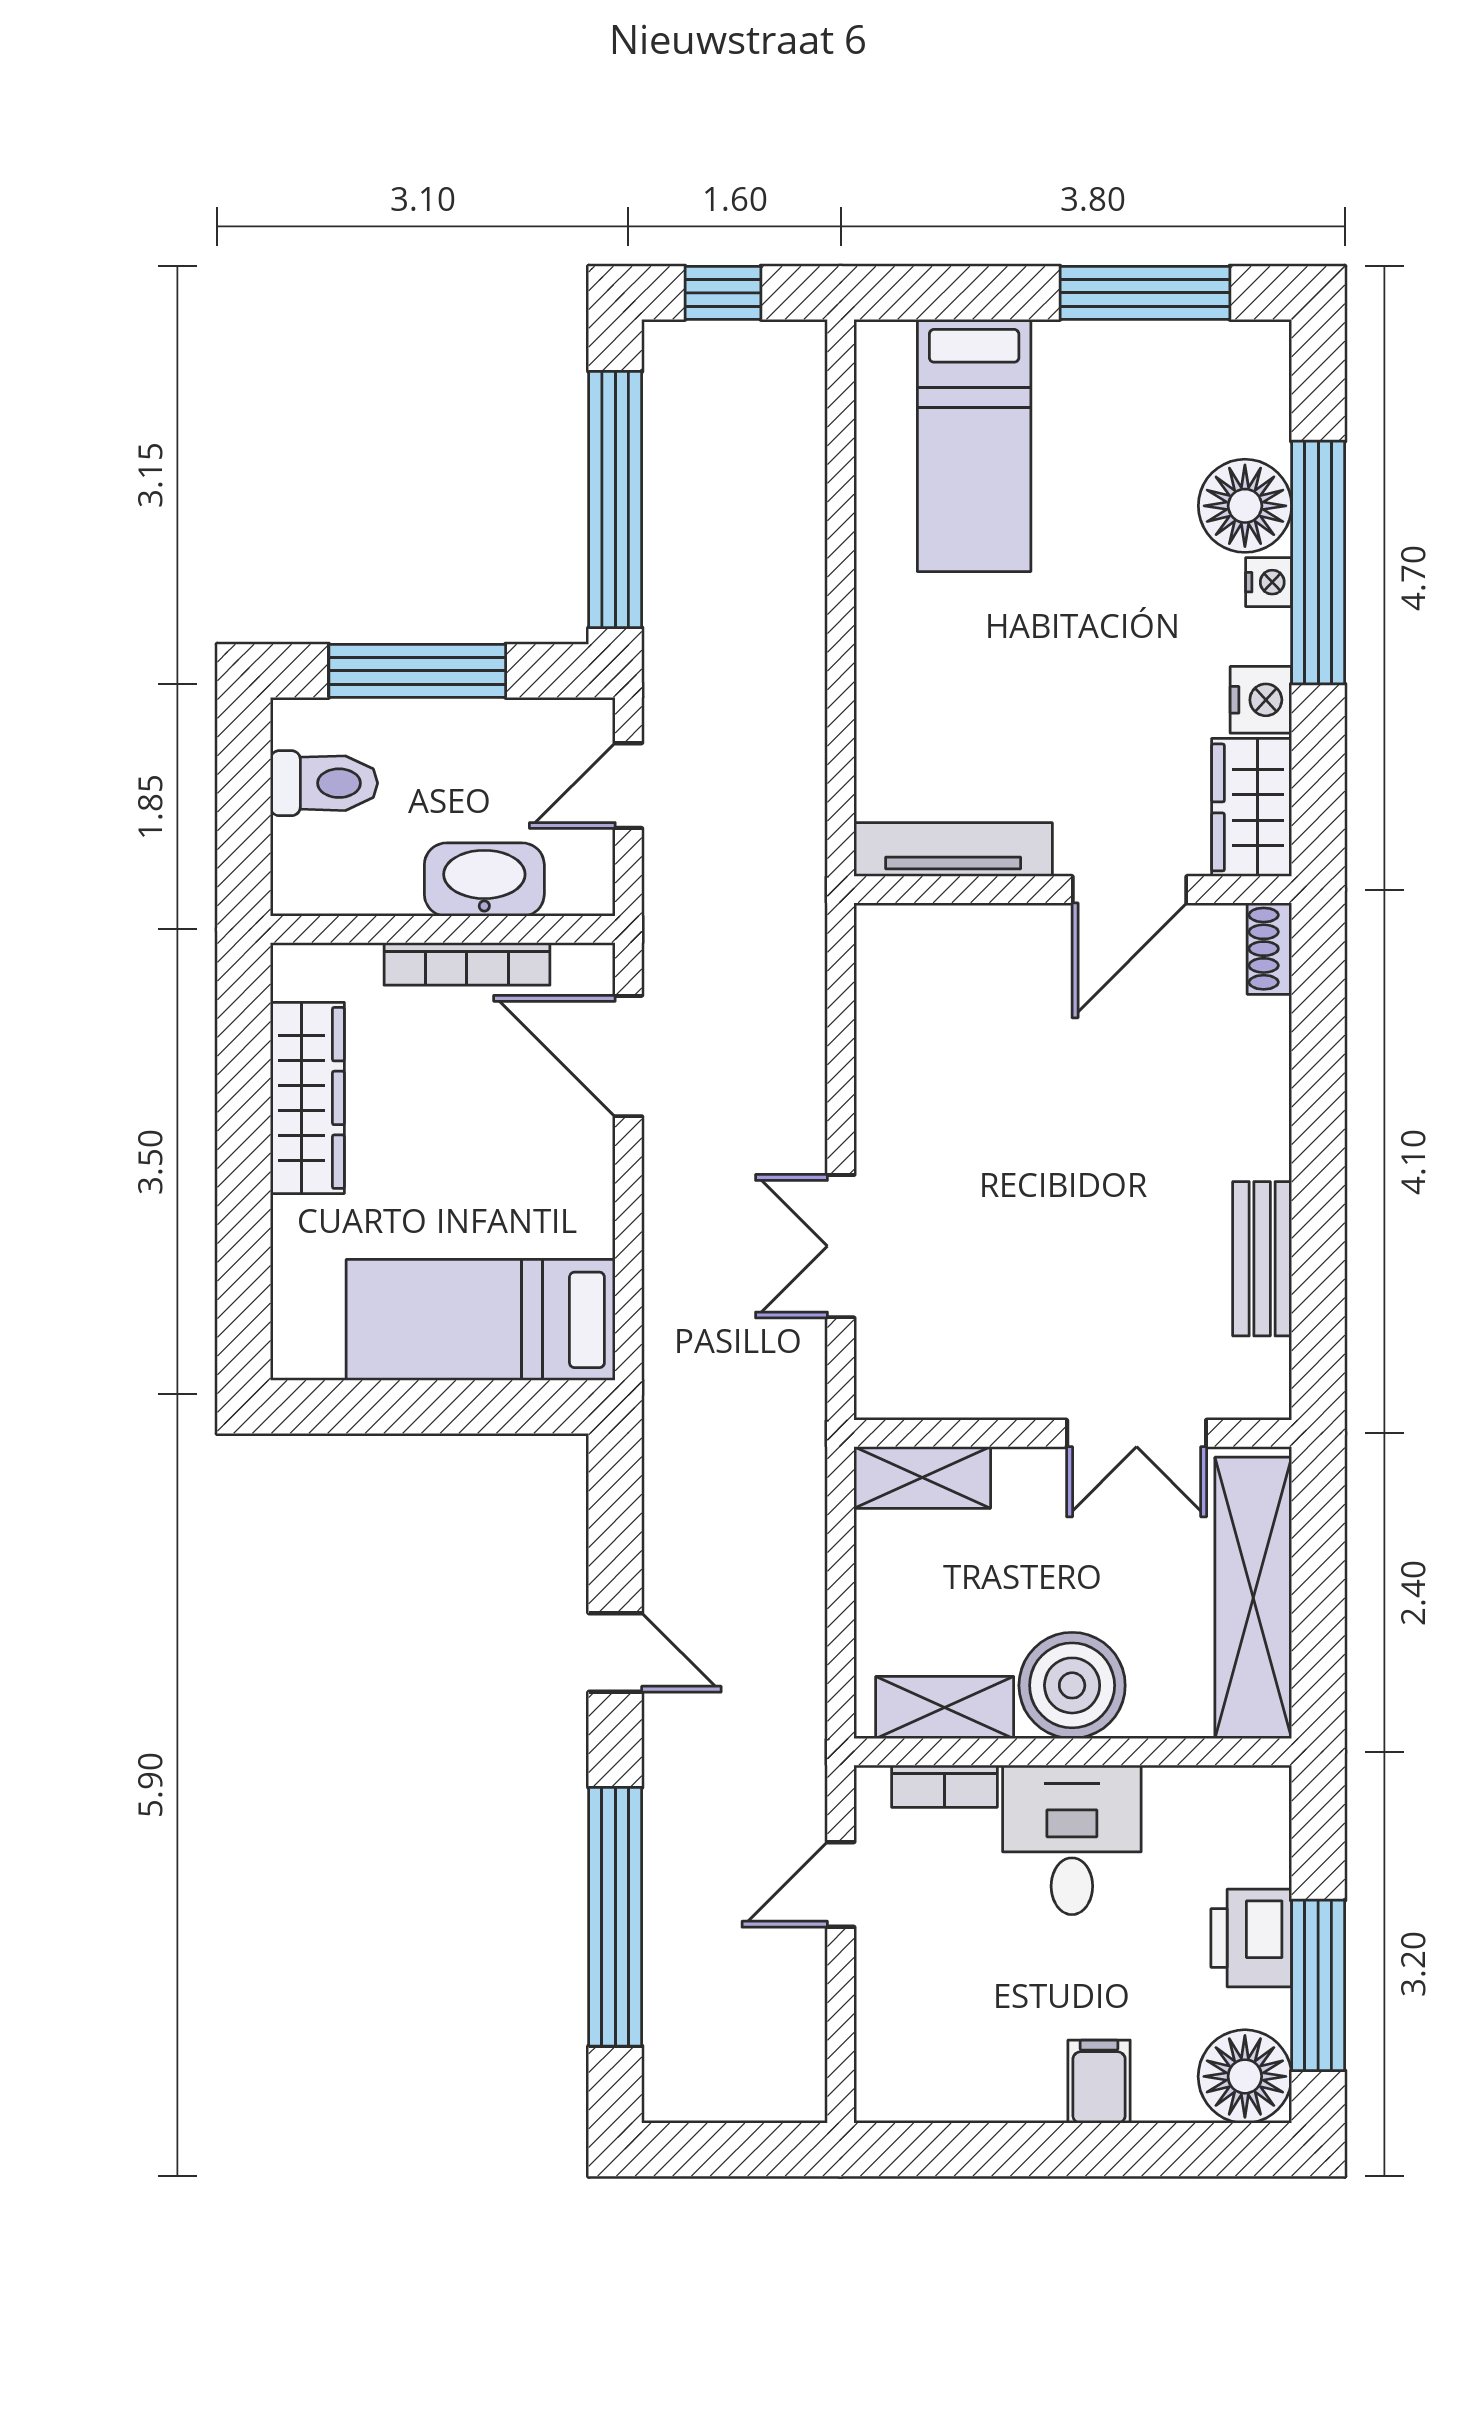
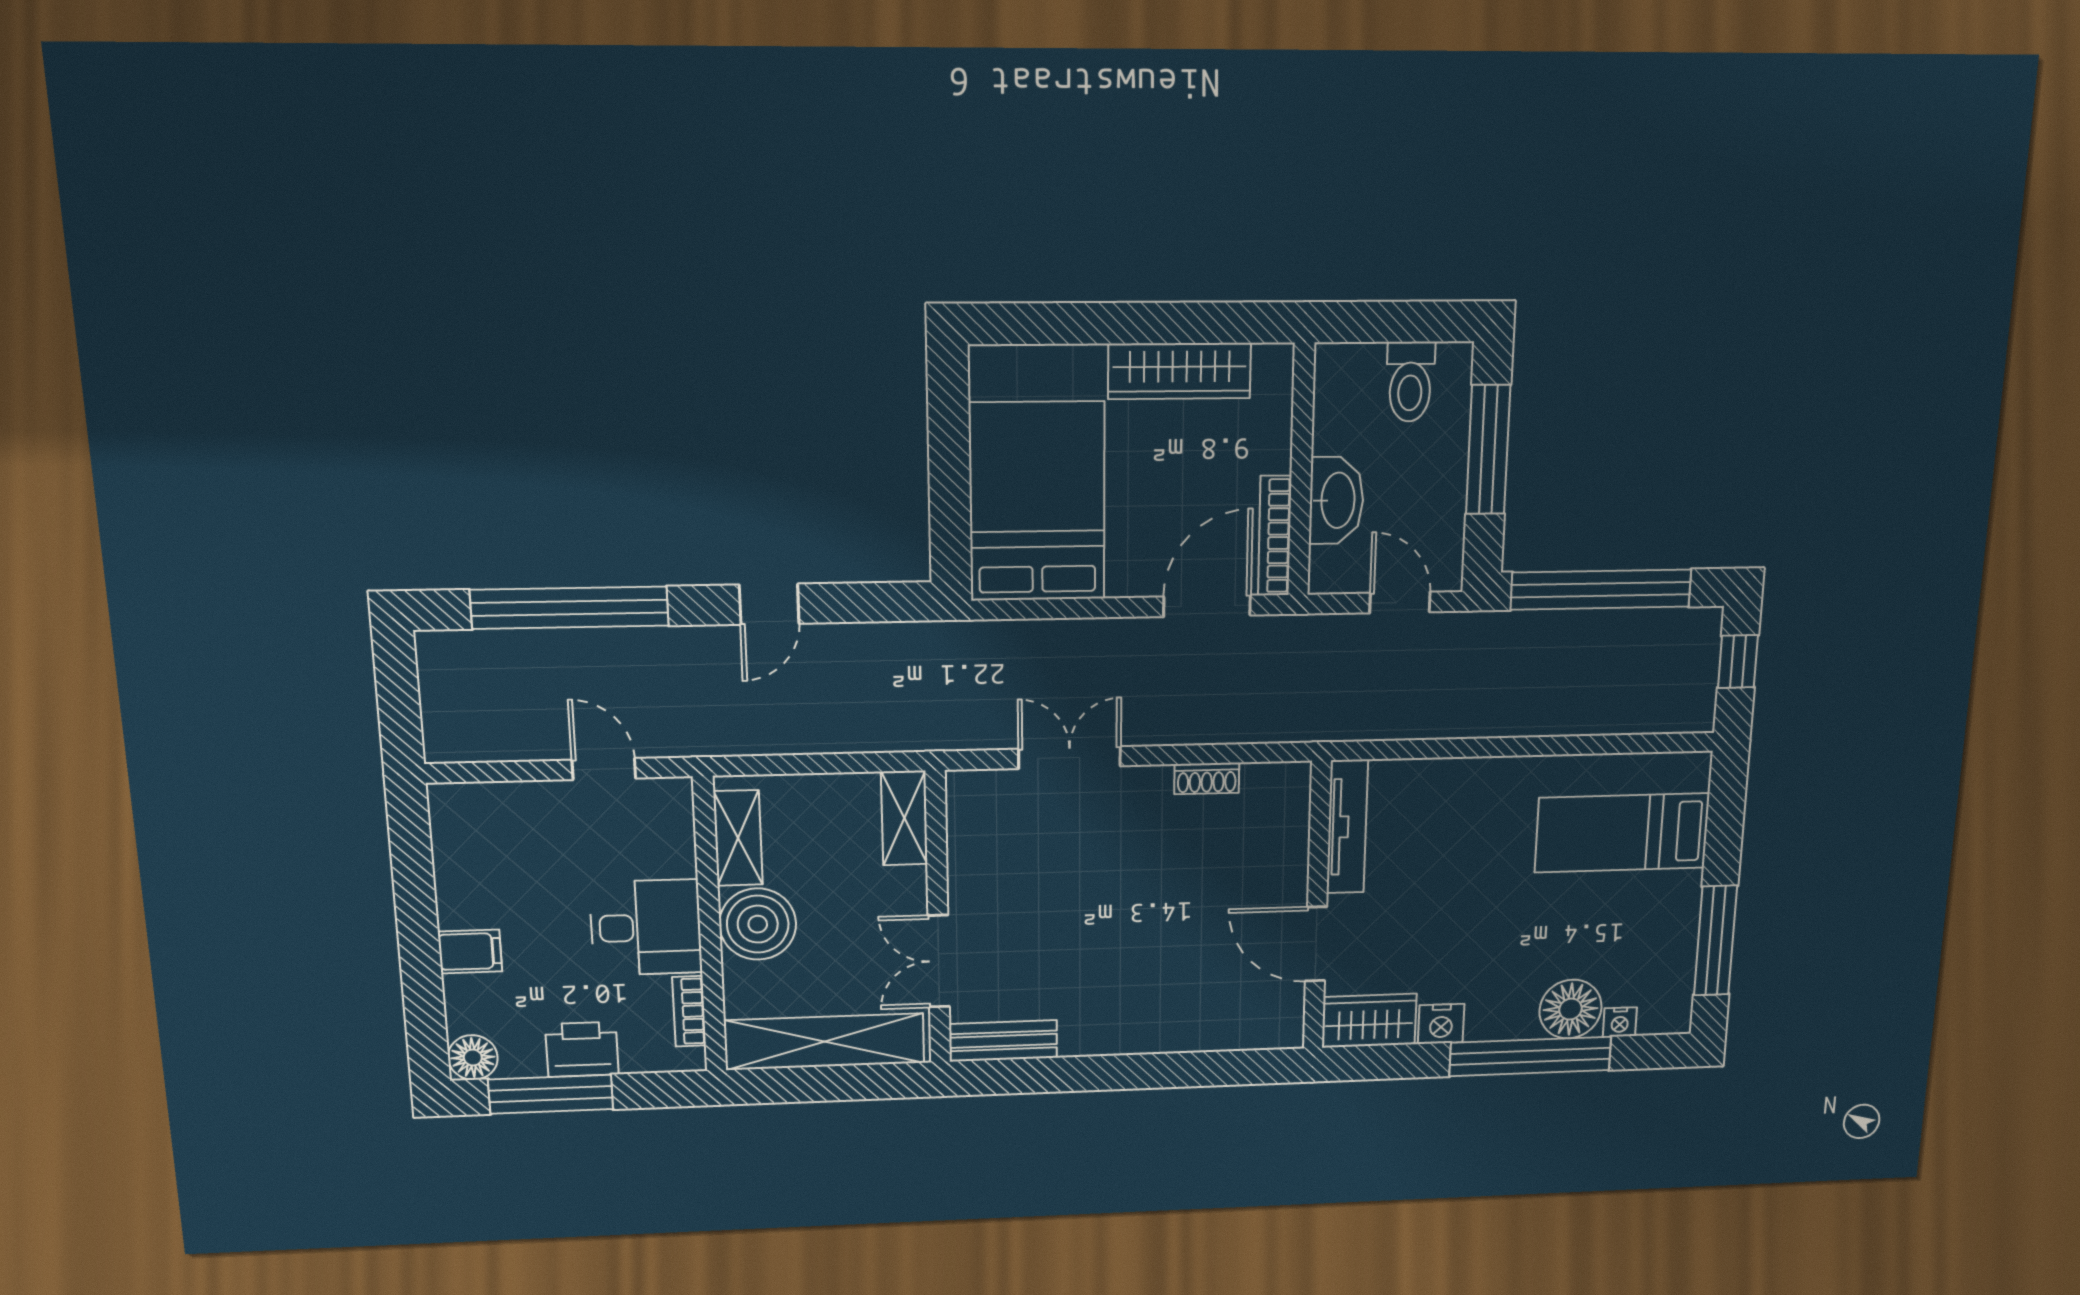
nightstand: (1269, 582) -> (1620, 1022), moved
shoe rack: (1269, 949) -> (1207, 779), moved, turned 180
bookcase: (467, 964) -> (1275, 536), moved
bench: (1262, 1259) -> (1003, 1041), moved
bed: (481, 1320) -> (1037, 502), width x1.50
bookcase: (944, 1786) -> (689, 1011), moved
floor lamp: (1245, 2076) -> (473, 1058), width x0.73, depth x0.73

